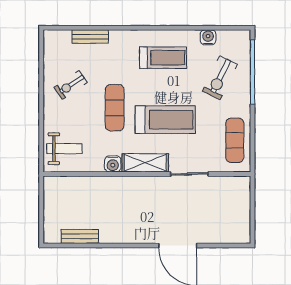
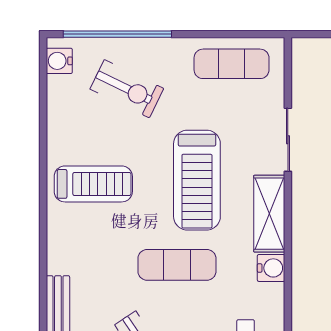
water cooler: (208, 37) -> (59, 61), moved
treadmill: (163, 58) -> (93, 184), turned 90
treadmill: (165, 120) -> (197, 180), turned 180

